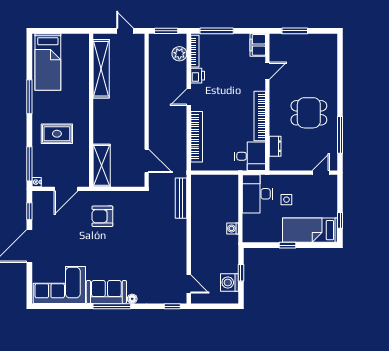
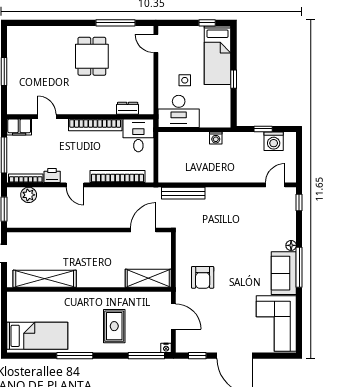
filing cabinet: (258, 45) -> (19, 127), moved
door: (267, 71) -> (47, 117), moved
wall: (267, 102) -> (80, 117), moved
bookcase: (260, 116) -> (95, 125), moved
dresser: (275, 146) -> (128, 108), moved
desk: (250, 156) -> (138, 135), moved

